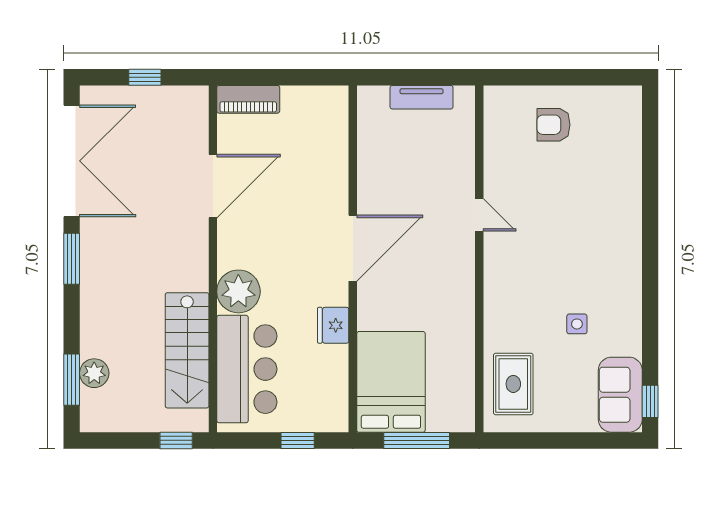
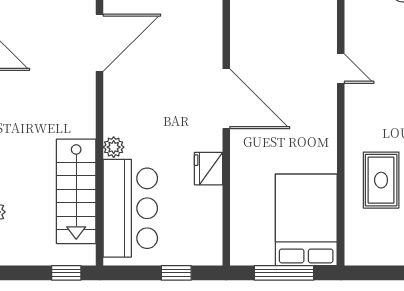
door: (353, 248) -> (226, 99), hinge flipped
plant: (238, 291) -> (114, 147), width x0.53, depth x0.53
bed: (391, 382) -> (306, 220), moved
rug: (513, 384) -> (381, 180), moved

